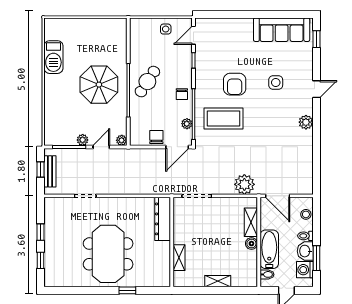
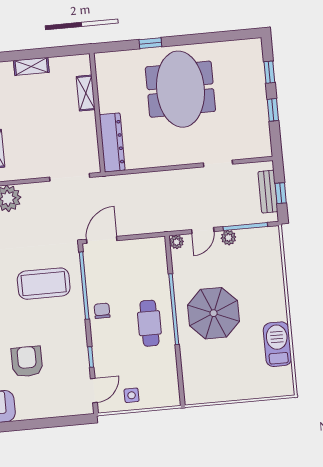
cafe table: (147, 82) -> (149, 323), turned -33
armchair: (235, 84) -> (27, 362), moved
plant: (187, 124) -> (92, 272), removed
chair: (156, 137) -> (131, 250), removed

